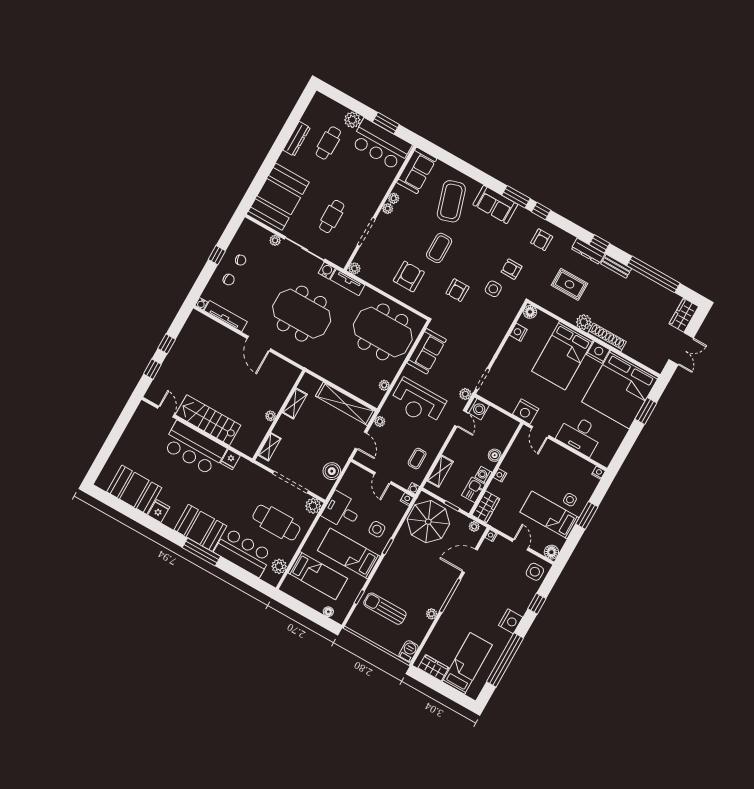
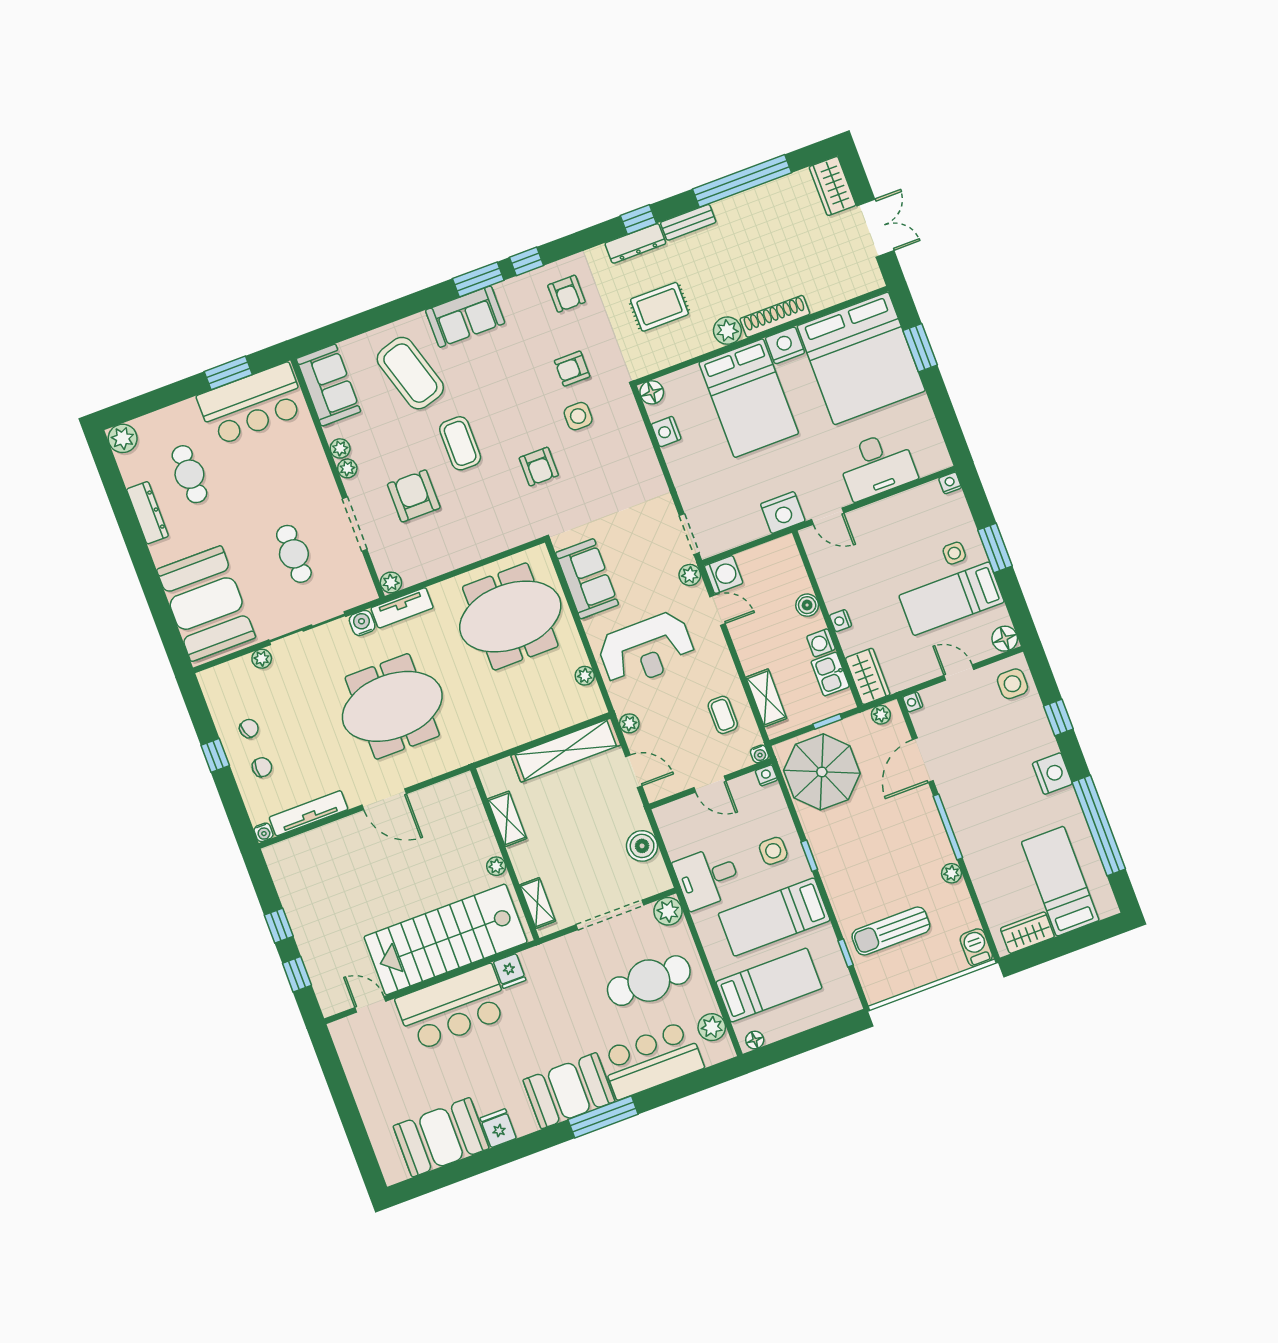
plant: (352, 120) -> (123, 438), moved
armchair: (409, 277) -> (414, 496), moved
stairs: (208, 420) -> (446, 939), width x1.36, depth x1.51
floor lamp: (328, 612) -> (755, 1040), moved

